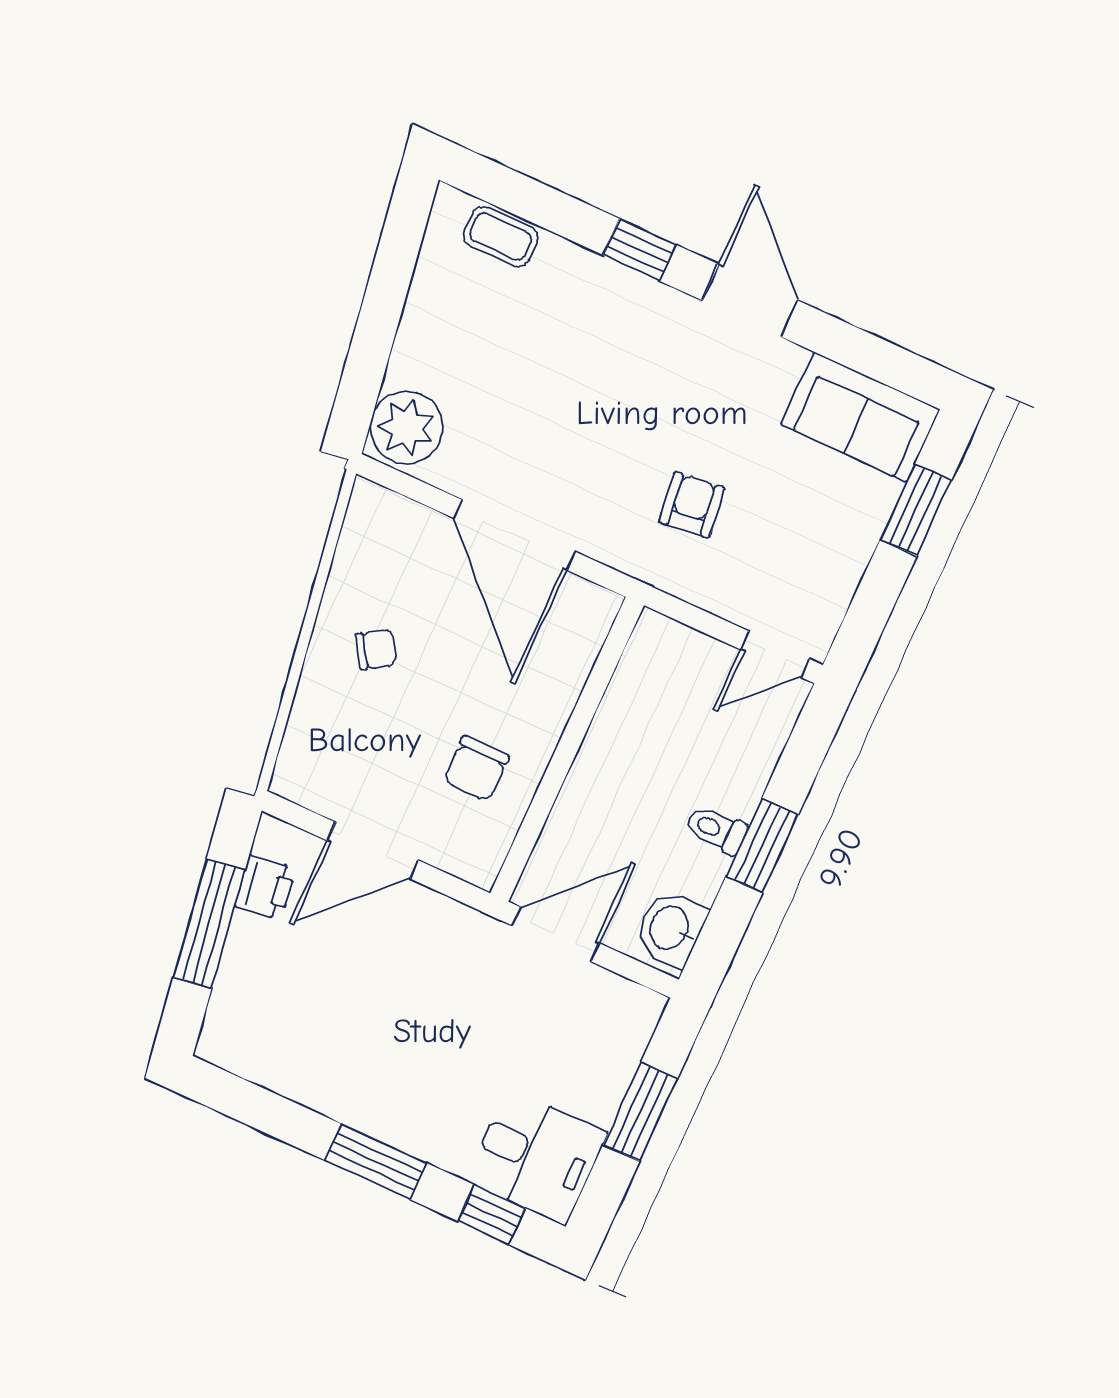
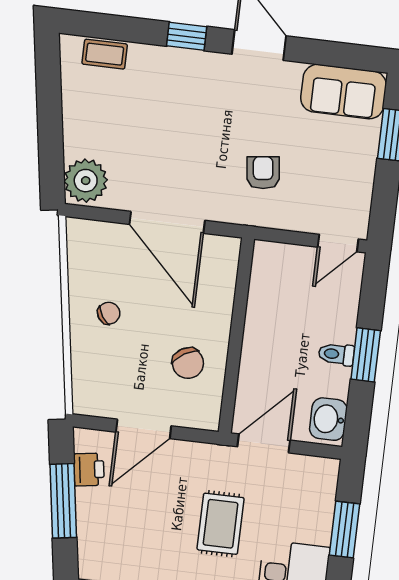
chair: (476, 769) -> (188, 363), turned -31
rug: (447, 1040) -> (221, 524), added

